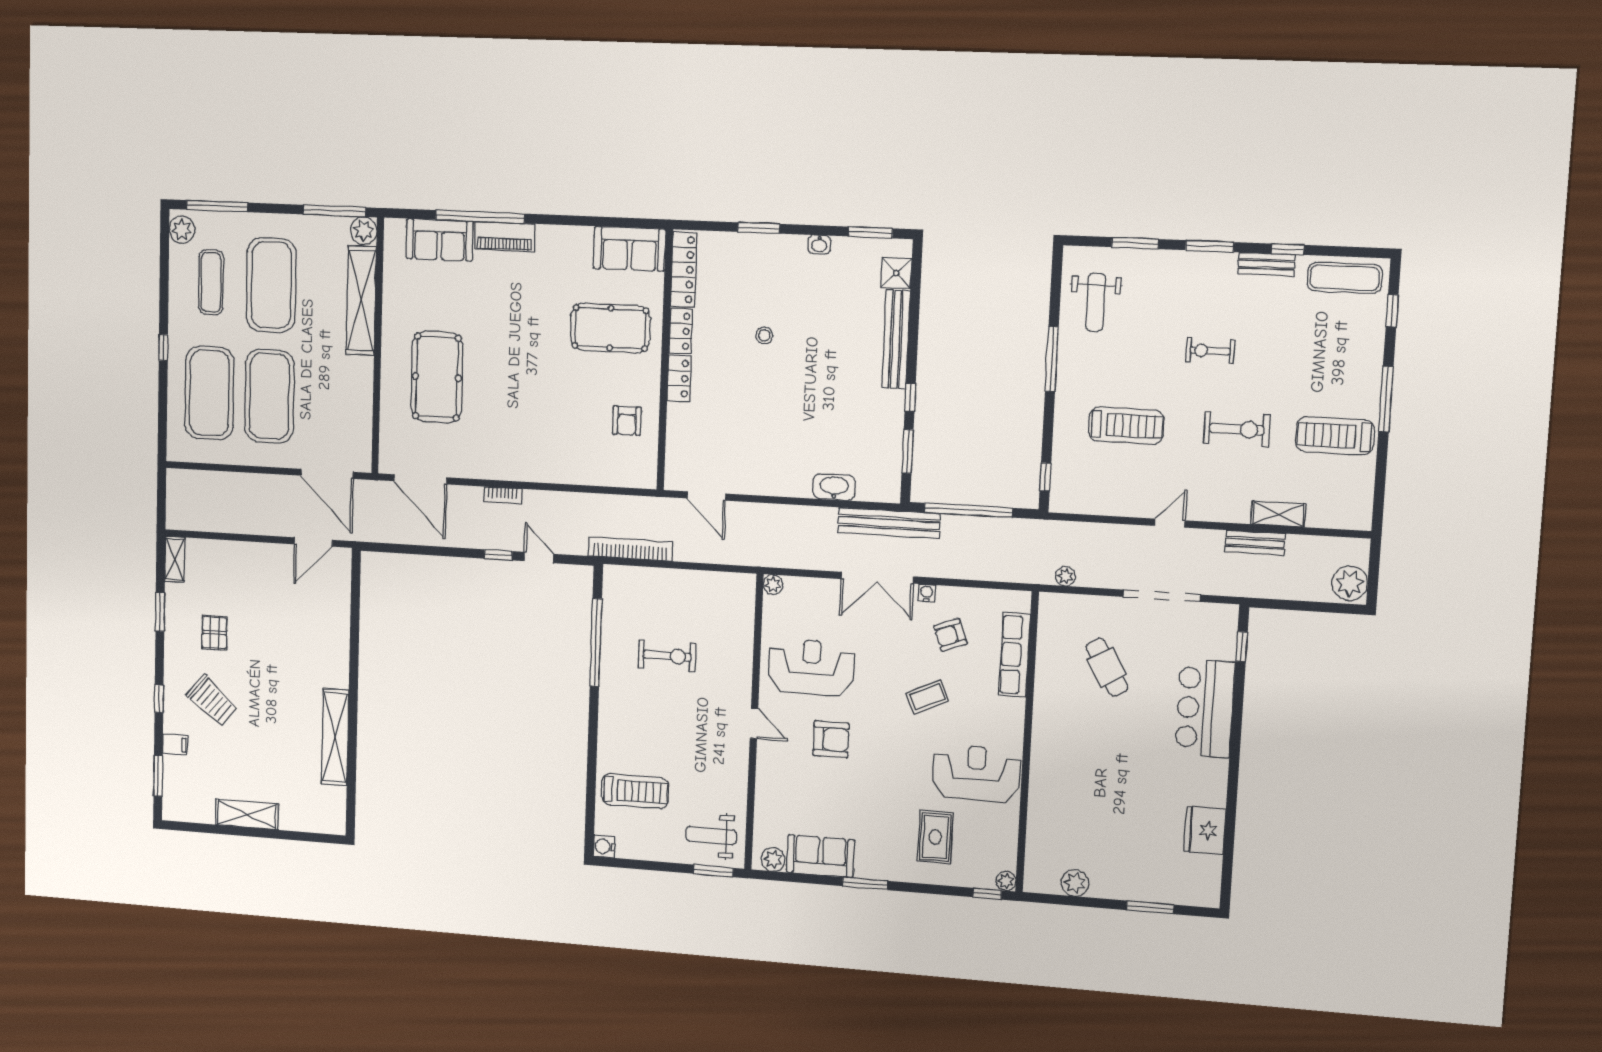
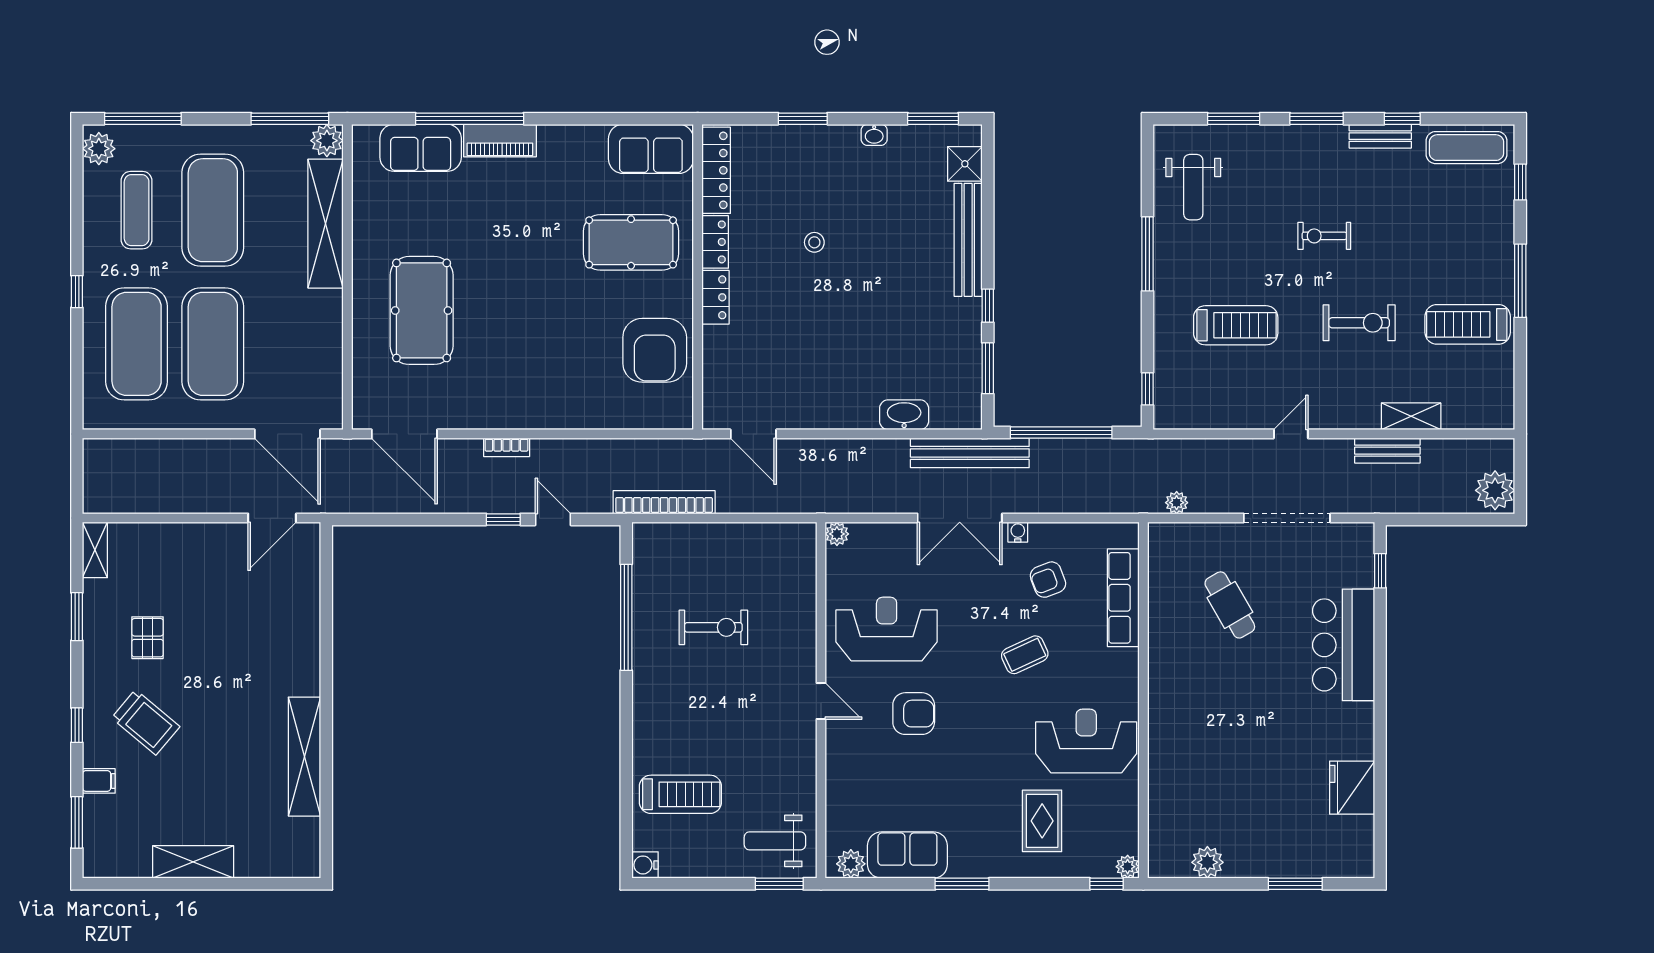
armchair: (627, 421) -> (655, 350), width x1.88, depth x1.88

